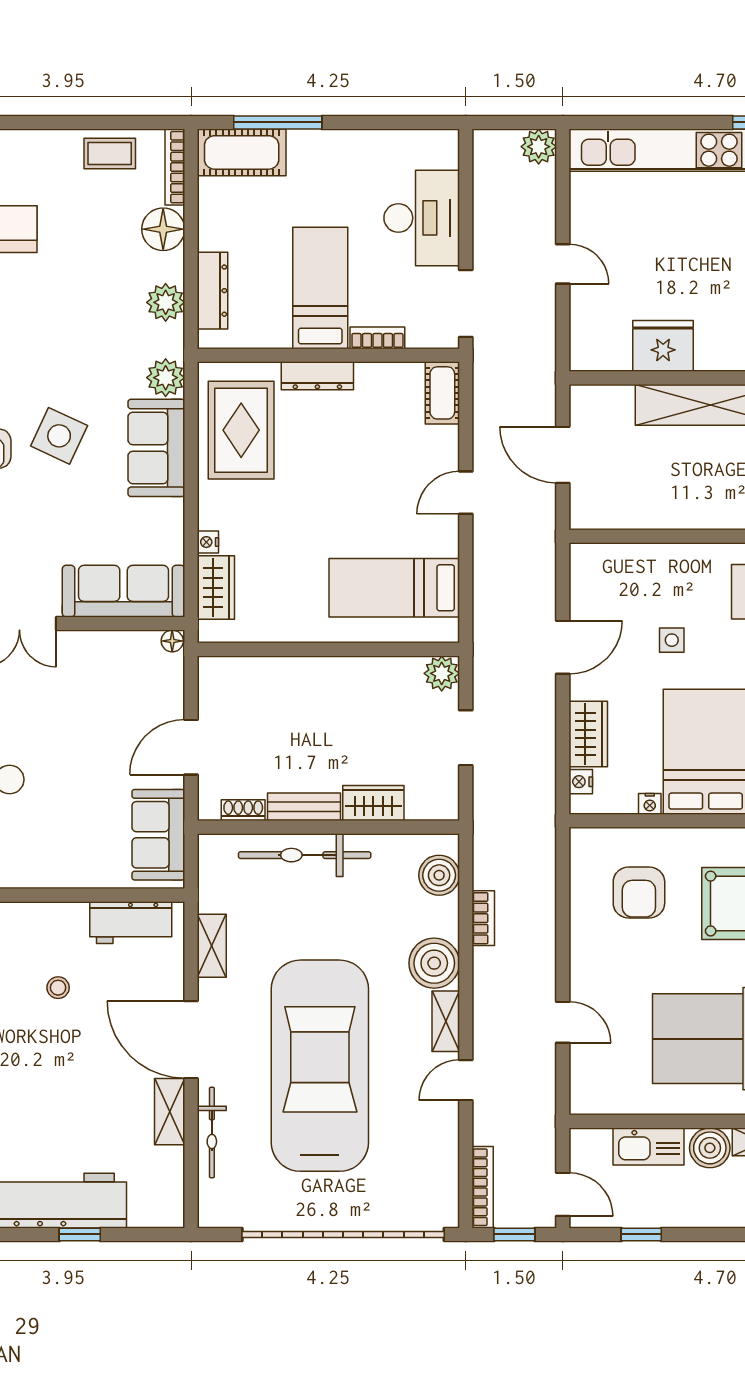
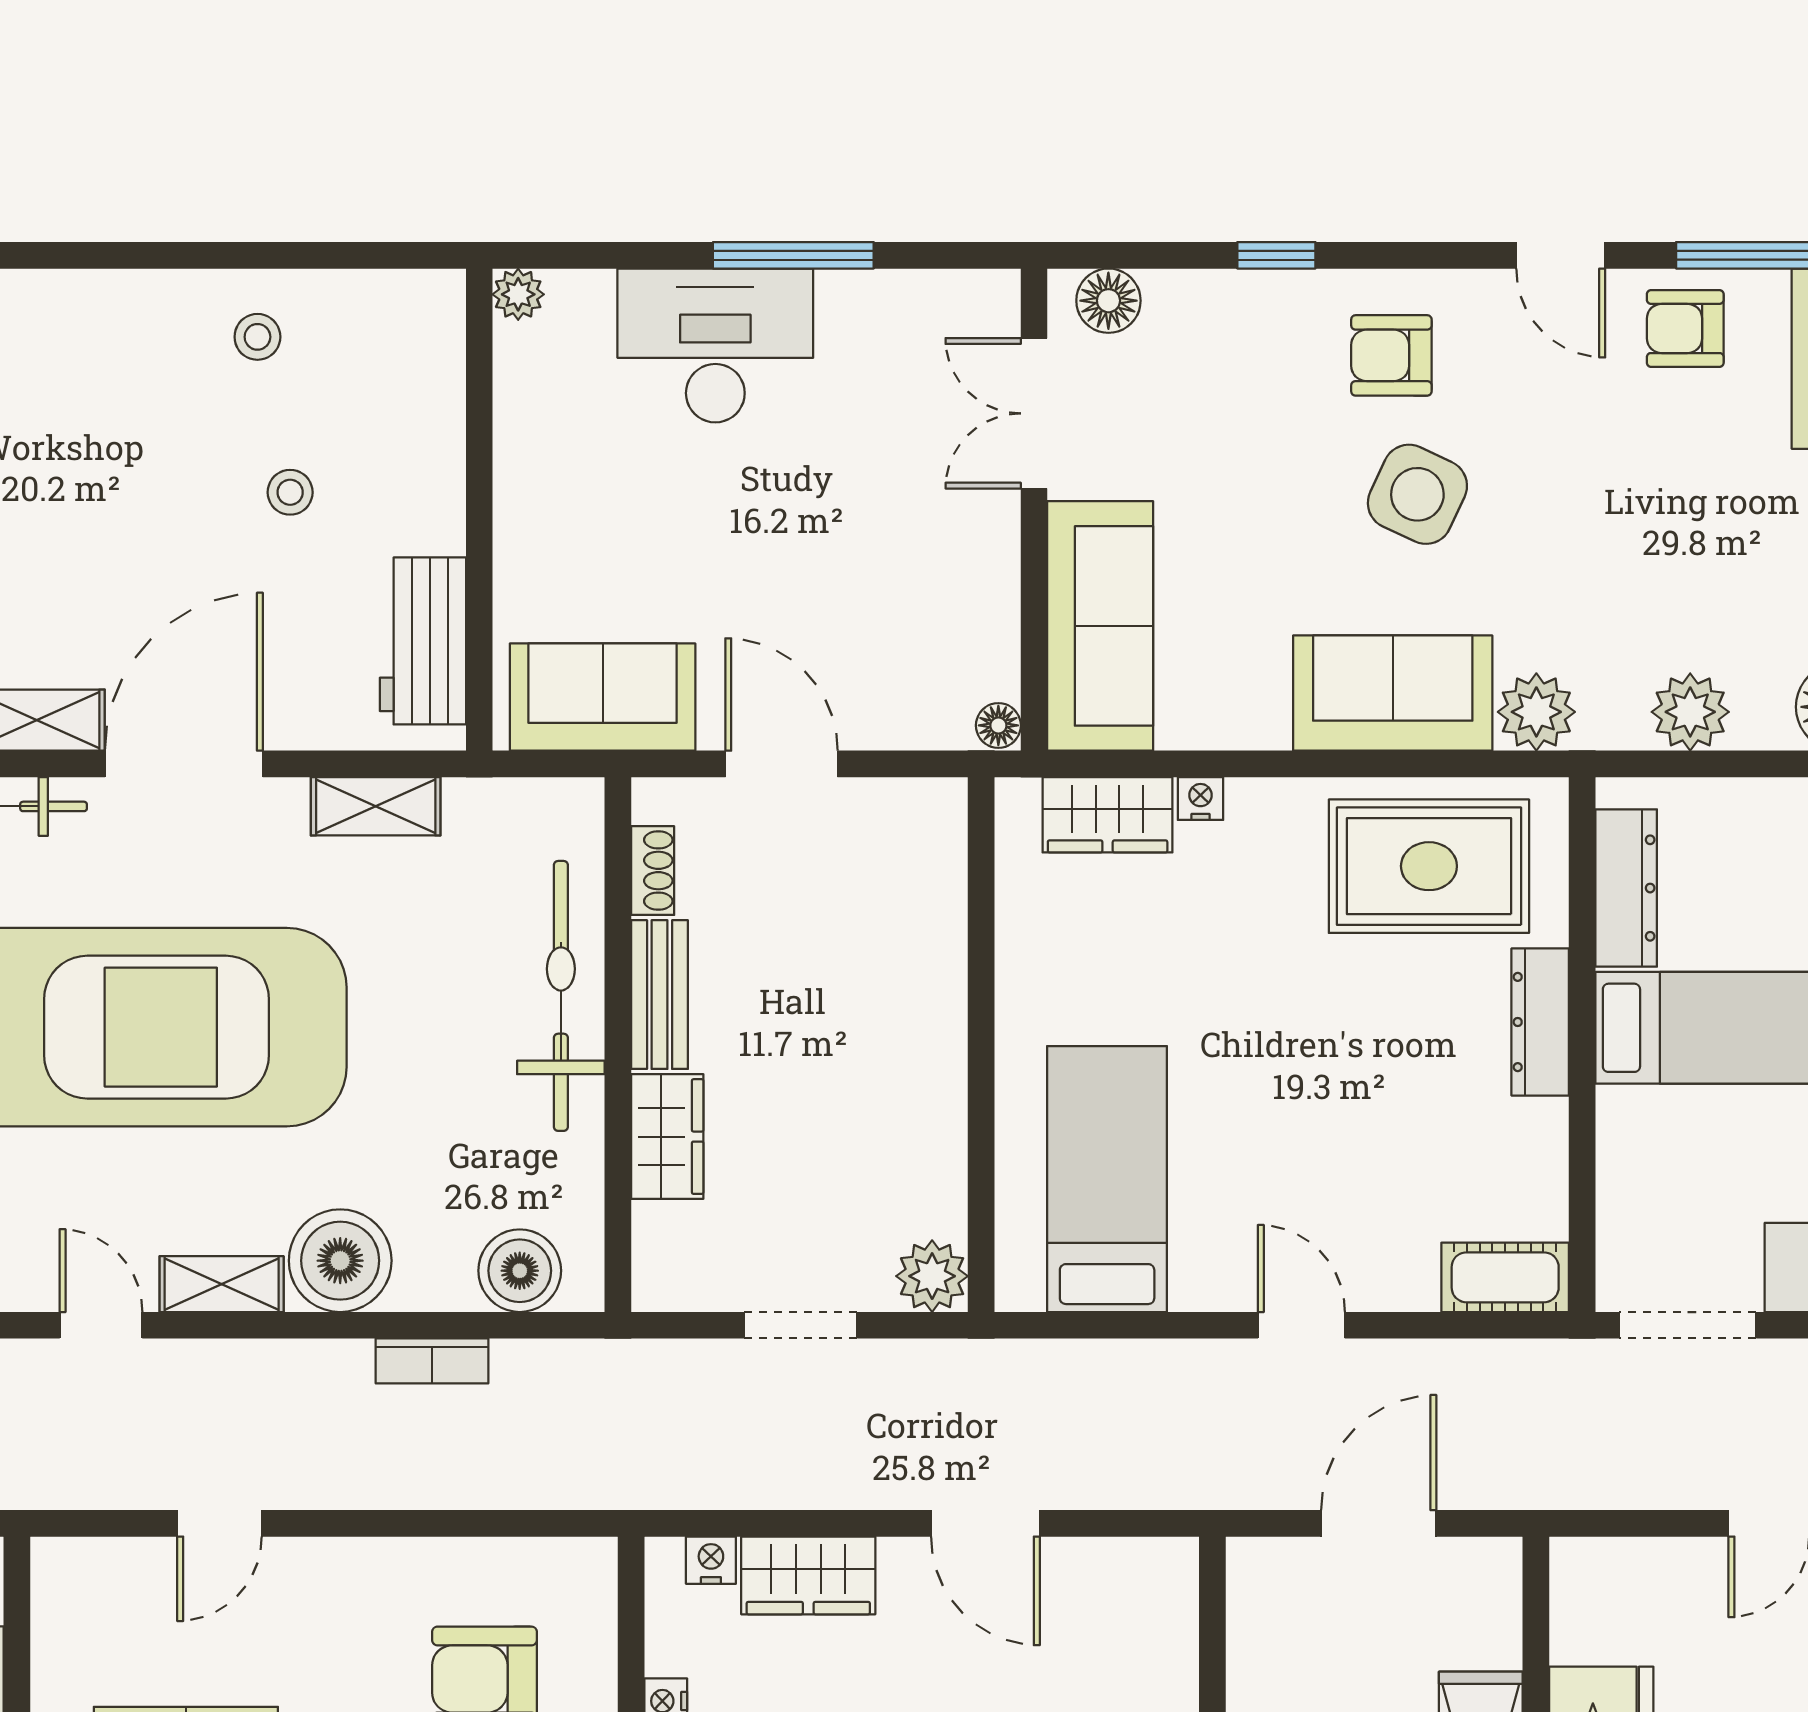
dresser: (213, 291) -> (1626, 888), moved, turned -90
bookcase: (377, 338) -> (1618, 1145), removed

